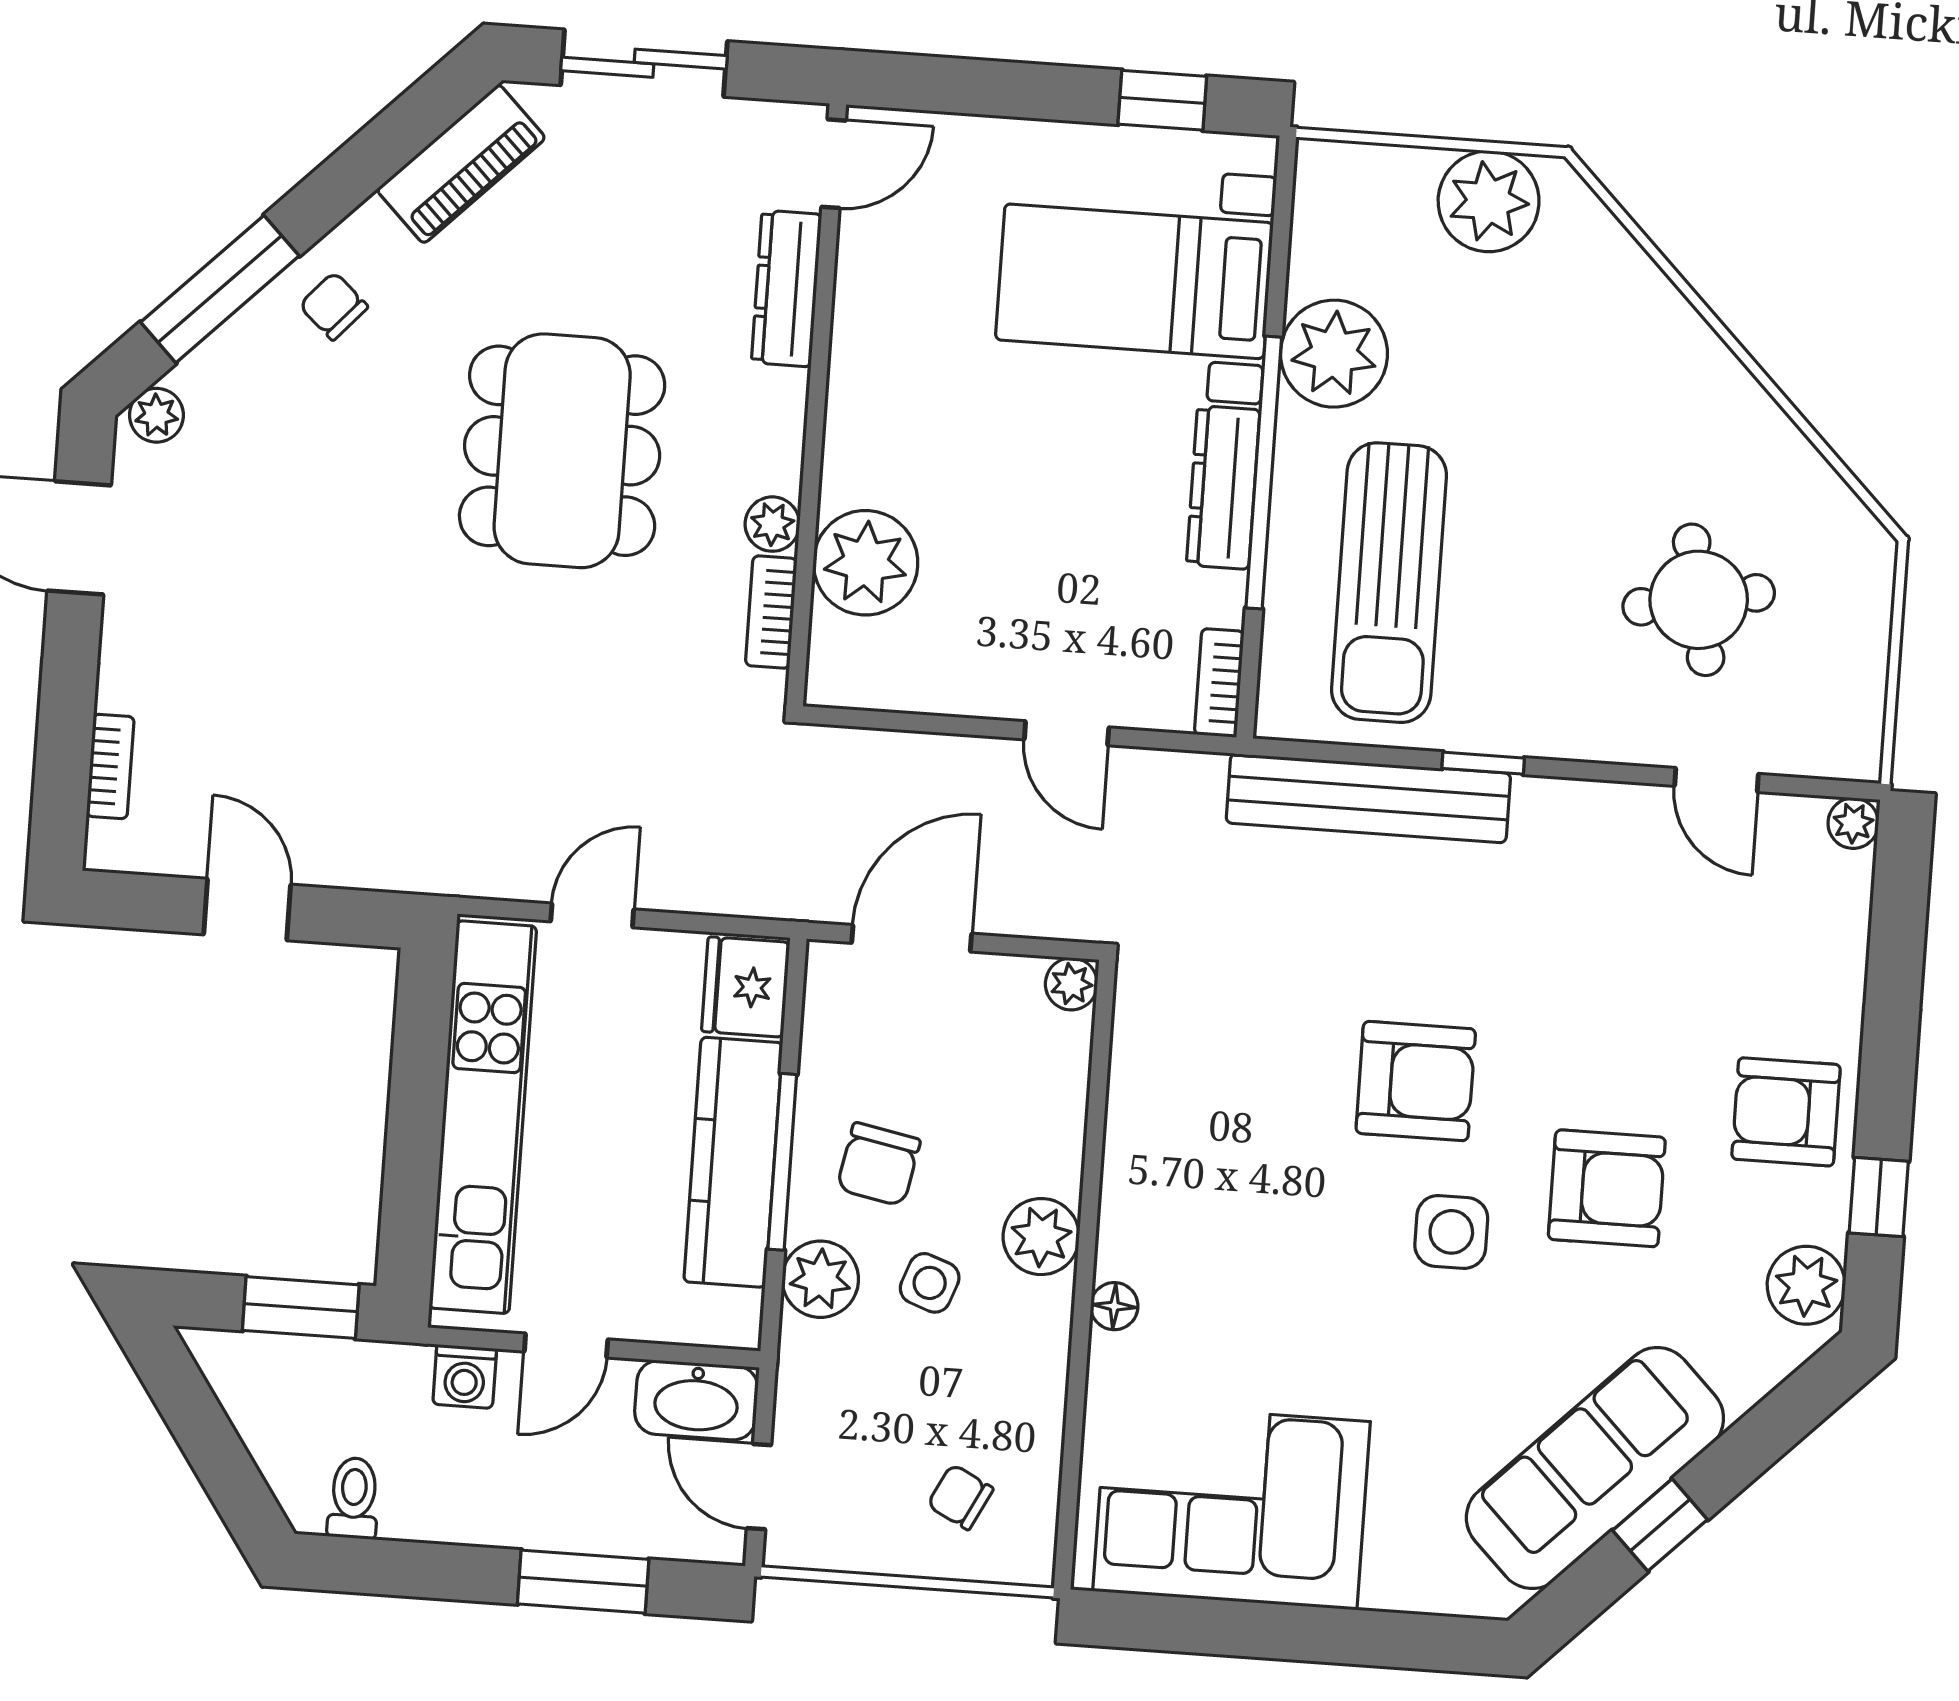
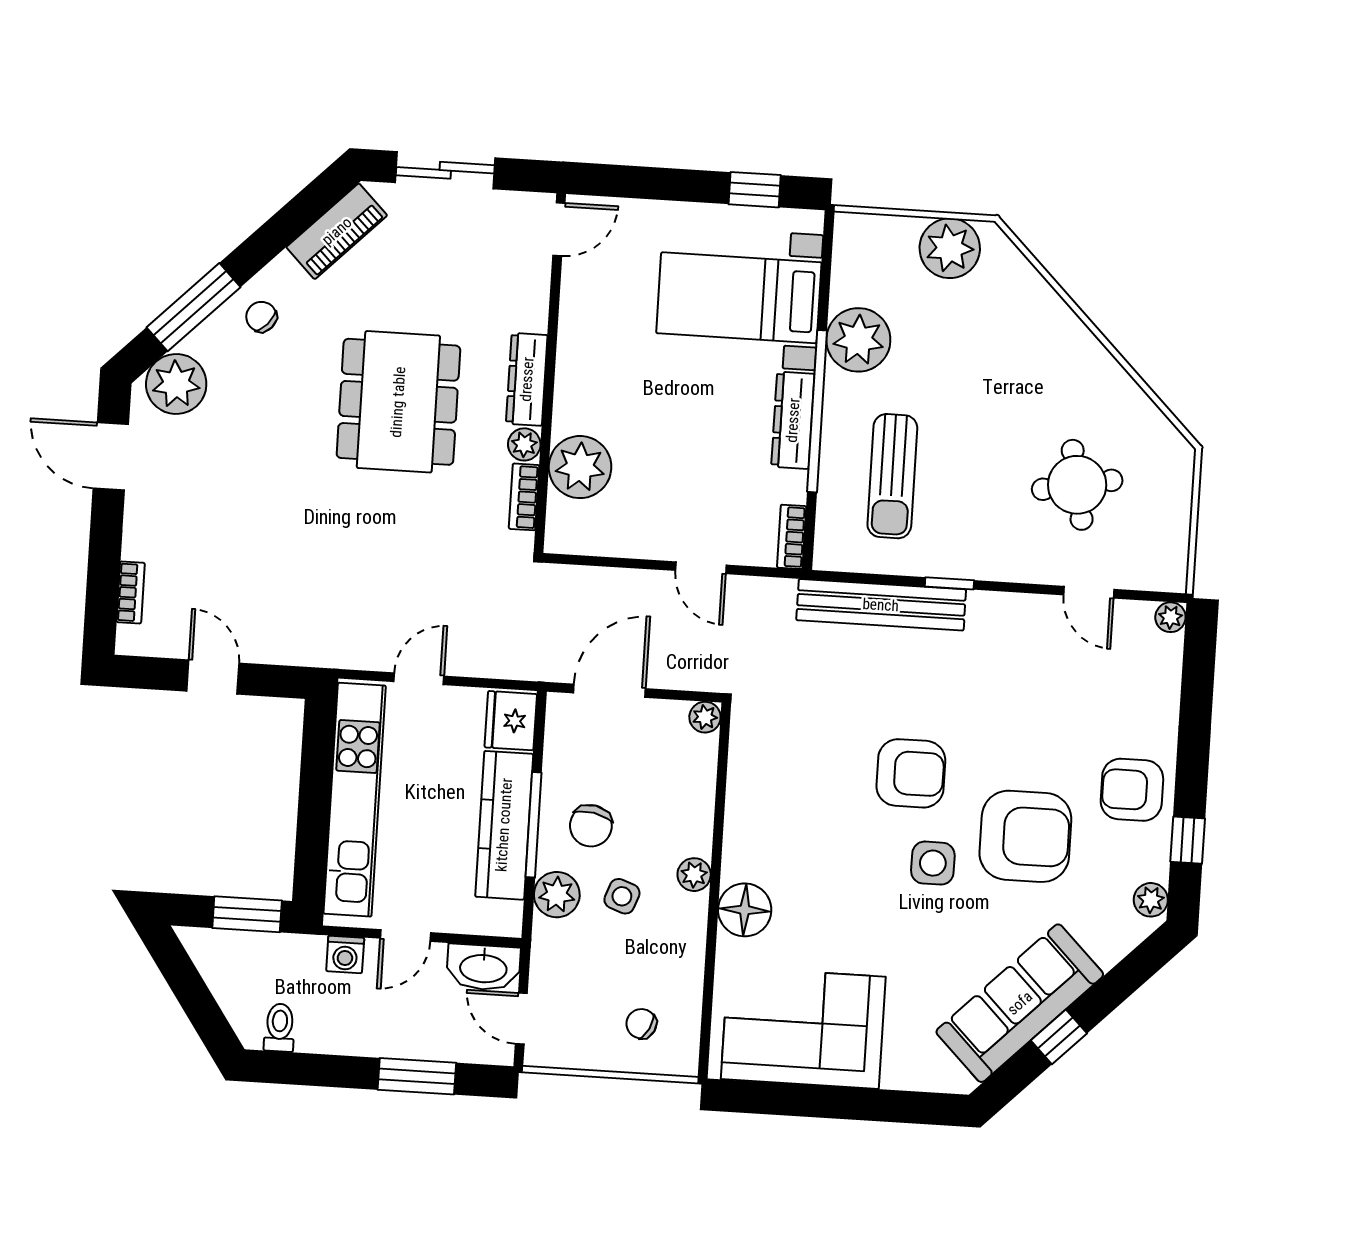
dresser: (787, 288) -> (527, 379), moved
plant: (156, 415) -> (176, 384), width x1.87, depth x1.87
sun lounger: (1389, 583) -> (892, 476), width x0.73, depth x0.75
armchair: (1607, 1188) -> (1025, 836), width x1.36, depth x1.36
plant: (1041, 1237) -> (694, 875), width x0.73, depth x0.73
plant: (1806, 1285) -> (1151, 900), width x0.73, depth x0.73
floor lamp: (1114, 1306) -> (745, 910), width x1.89, depth x1.89

